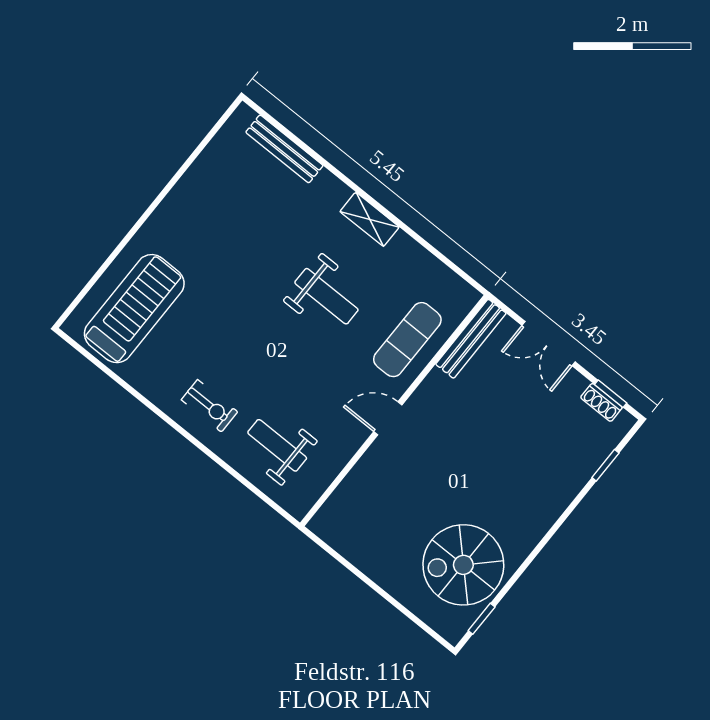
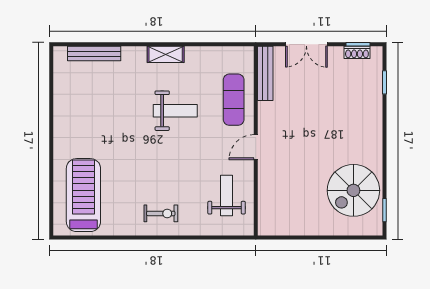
weight bench: (277, 445) -> (227, 195), moved, turned 90

